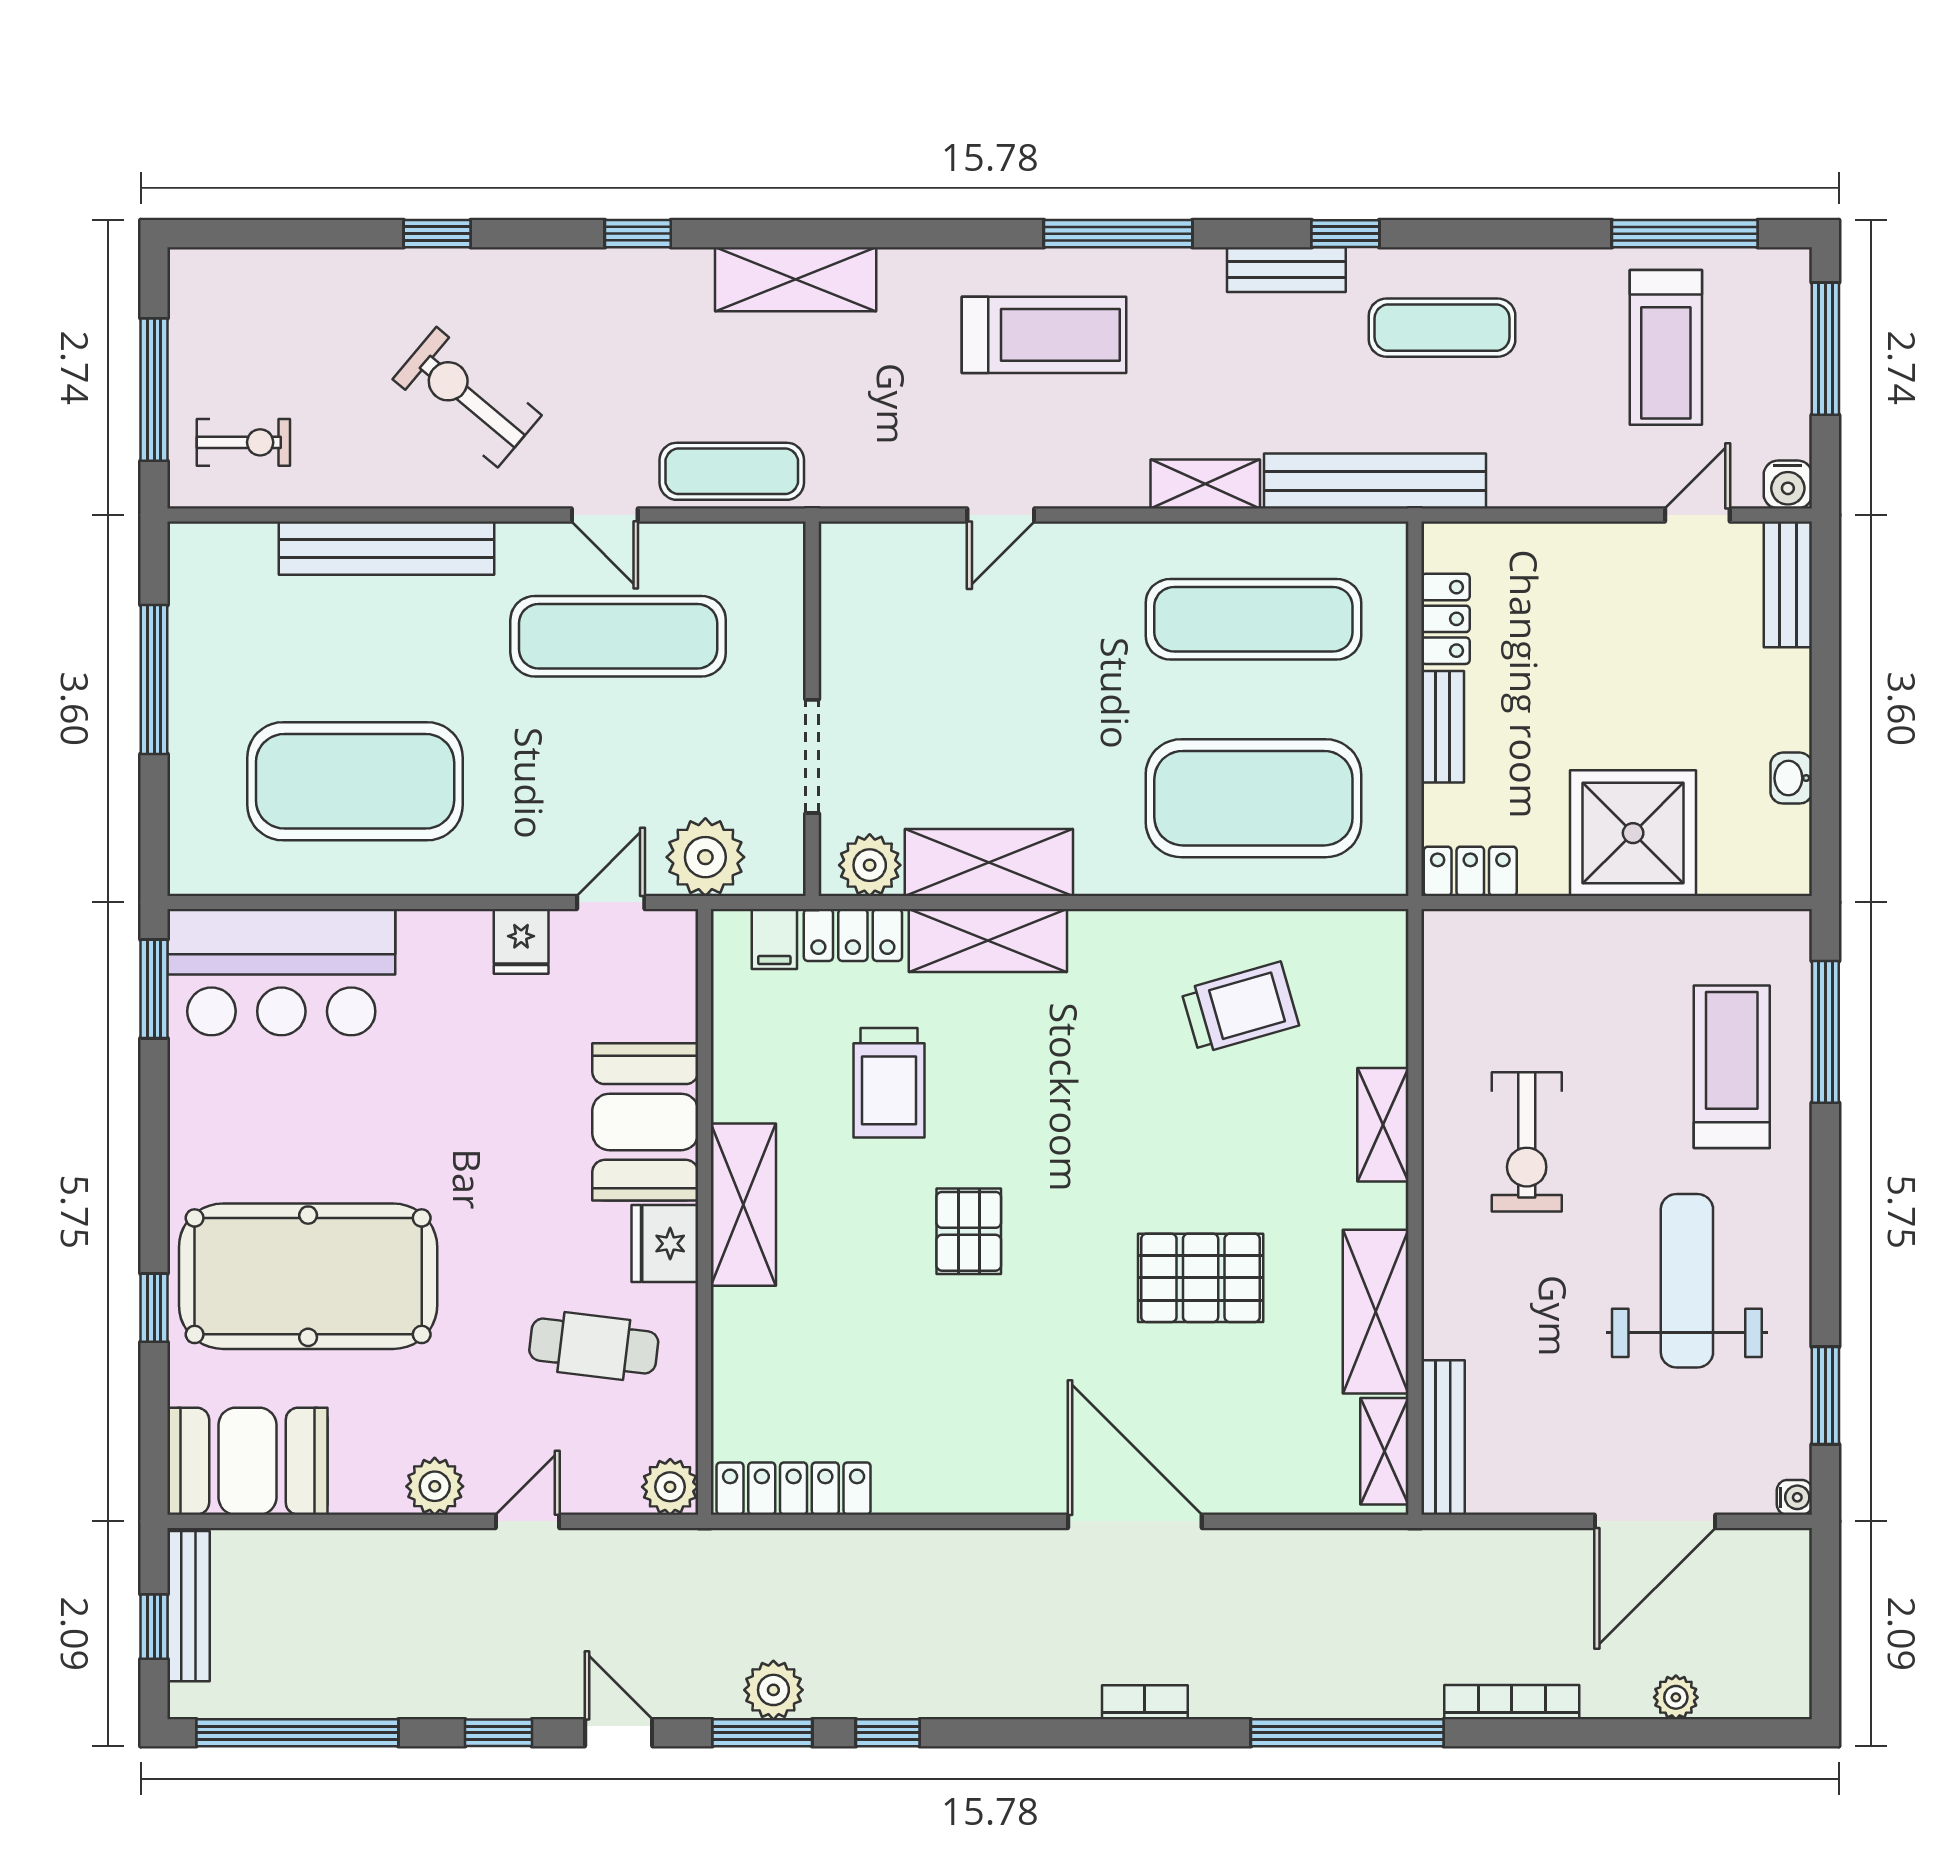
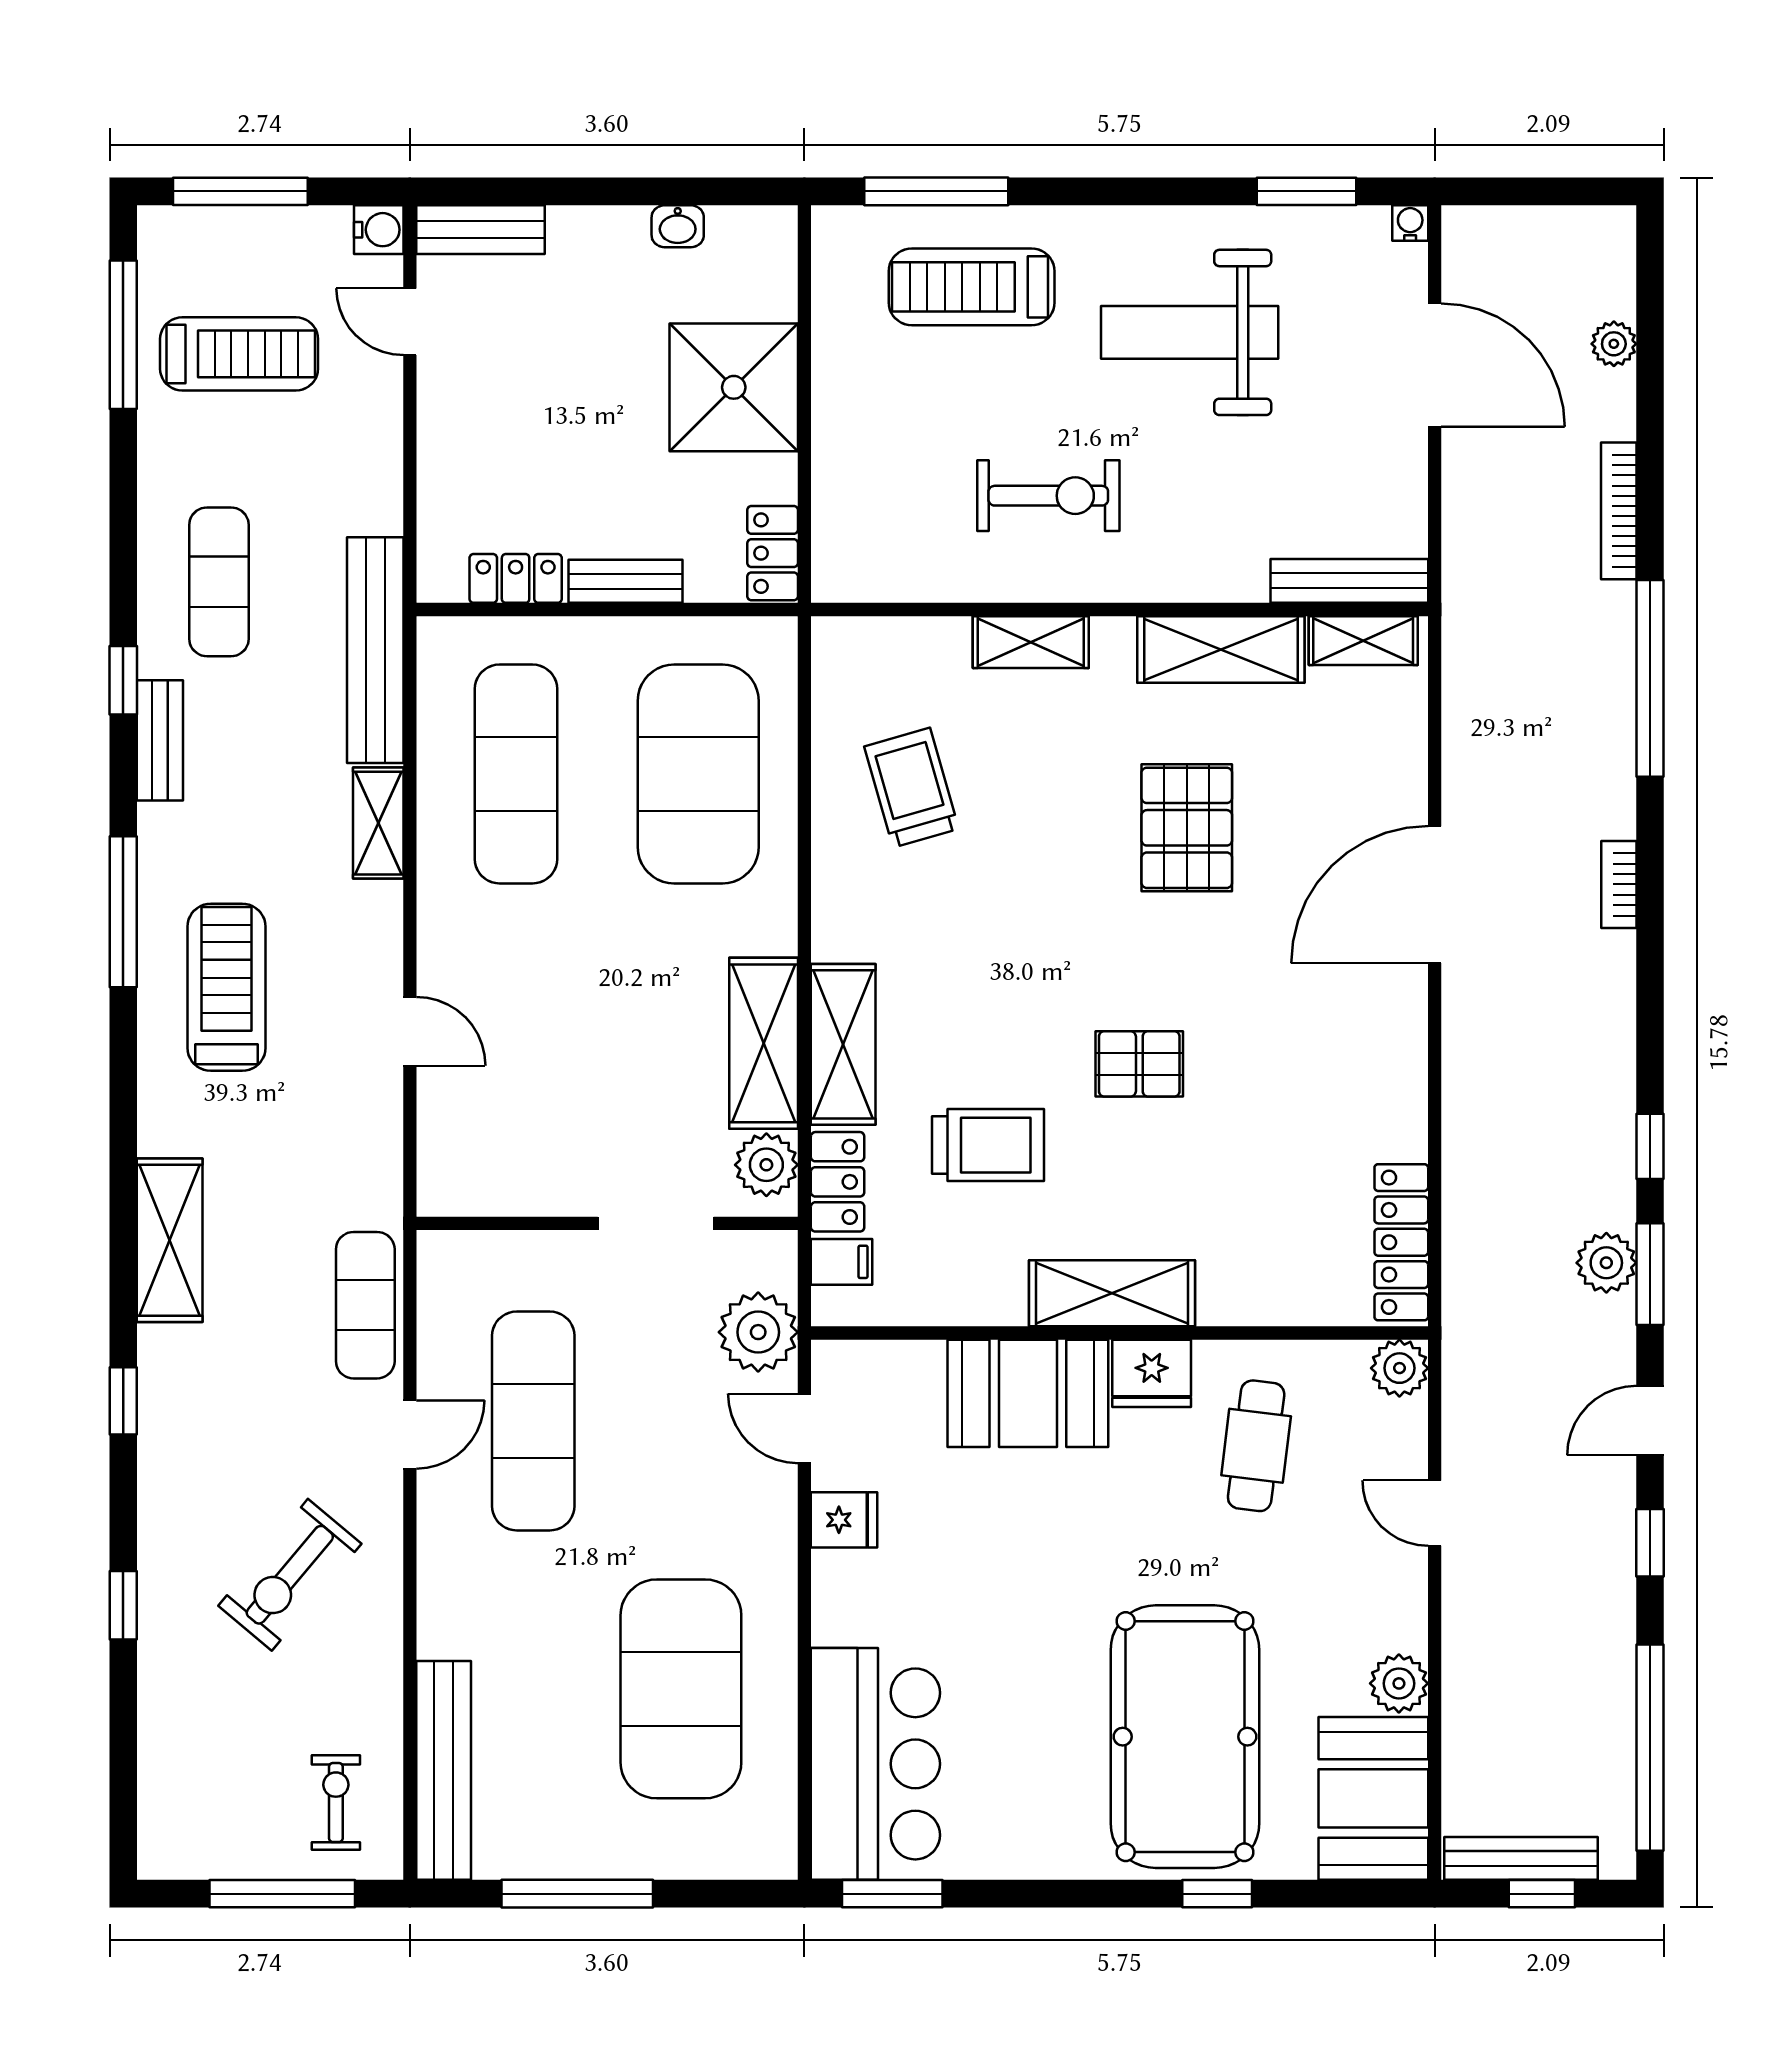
bench: (386, 548) -> (444, 1770), moved
plant: (435, 1486) -> (1399, 1683), moved

